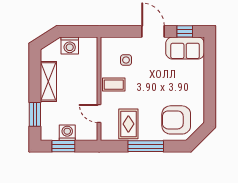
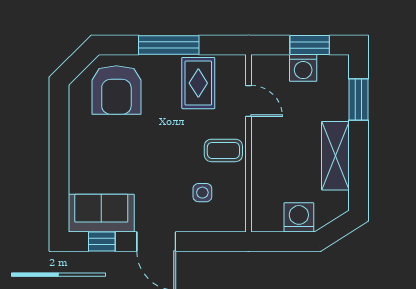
armchair: (176, 120) -> (116, 90), turned 90

